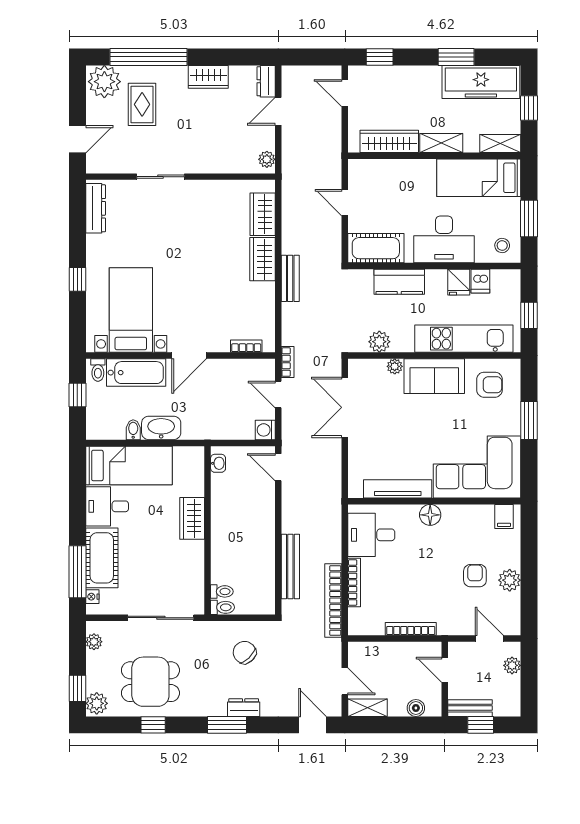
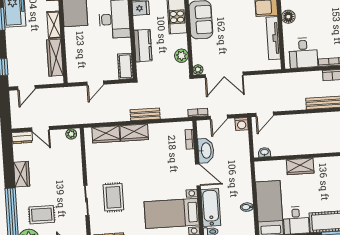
rug: (162, 220) -> (113, 197), added
cot: (376, 248) -> (125, 66), width x0.73, depth x0.75
plant: (395, 366) -> (198, 70), moved
washbasin: (161, 428) -> (206, 151), moved, turned 180

